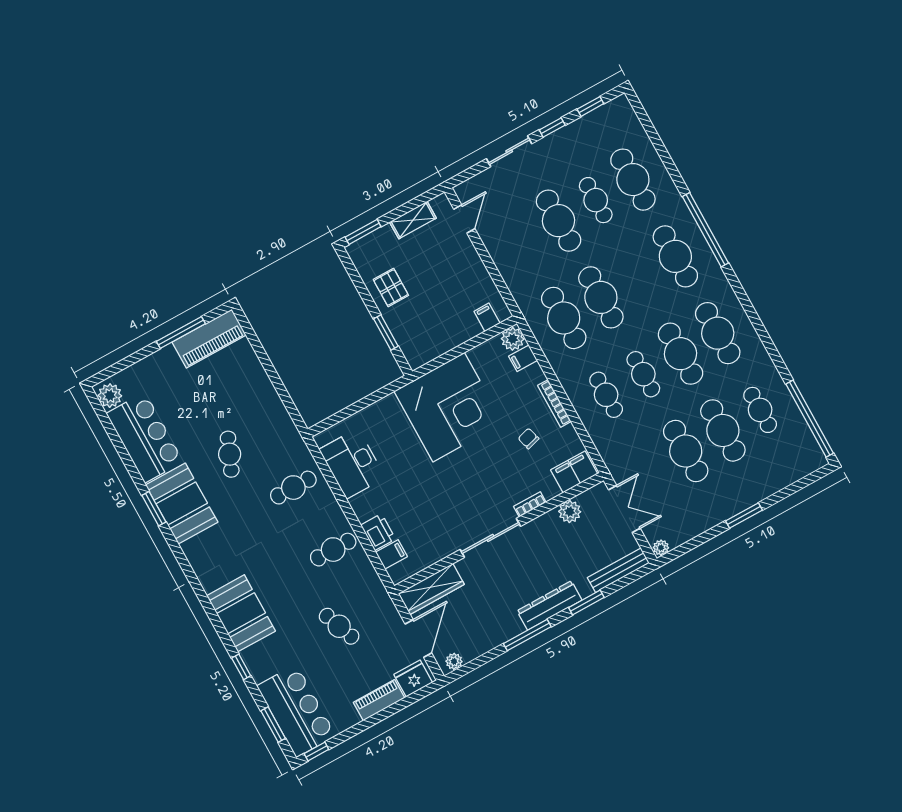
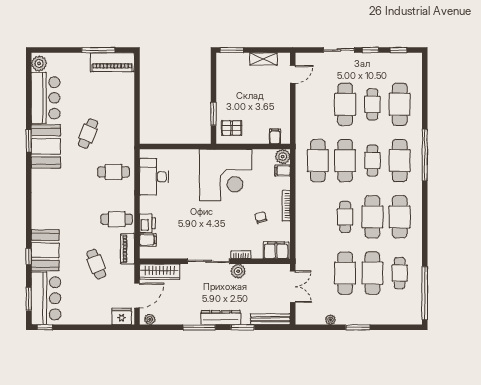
pallet: (391, 287) -> (232, 128), moved, turned 90
cafe table: (606, 395) -> (372, 161), moved
plant: (570, 512) -> (238, 271), moved
plant: (661, 548) -> (330, 320), moved
booth: (241, 613) -> (45, 250), moved
piano: (379, 700) -> (128, 249), moved, turned -90

